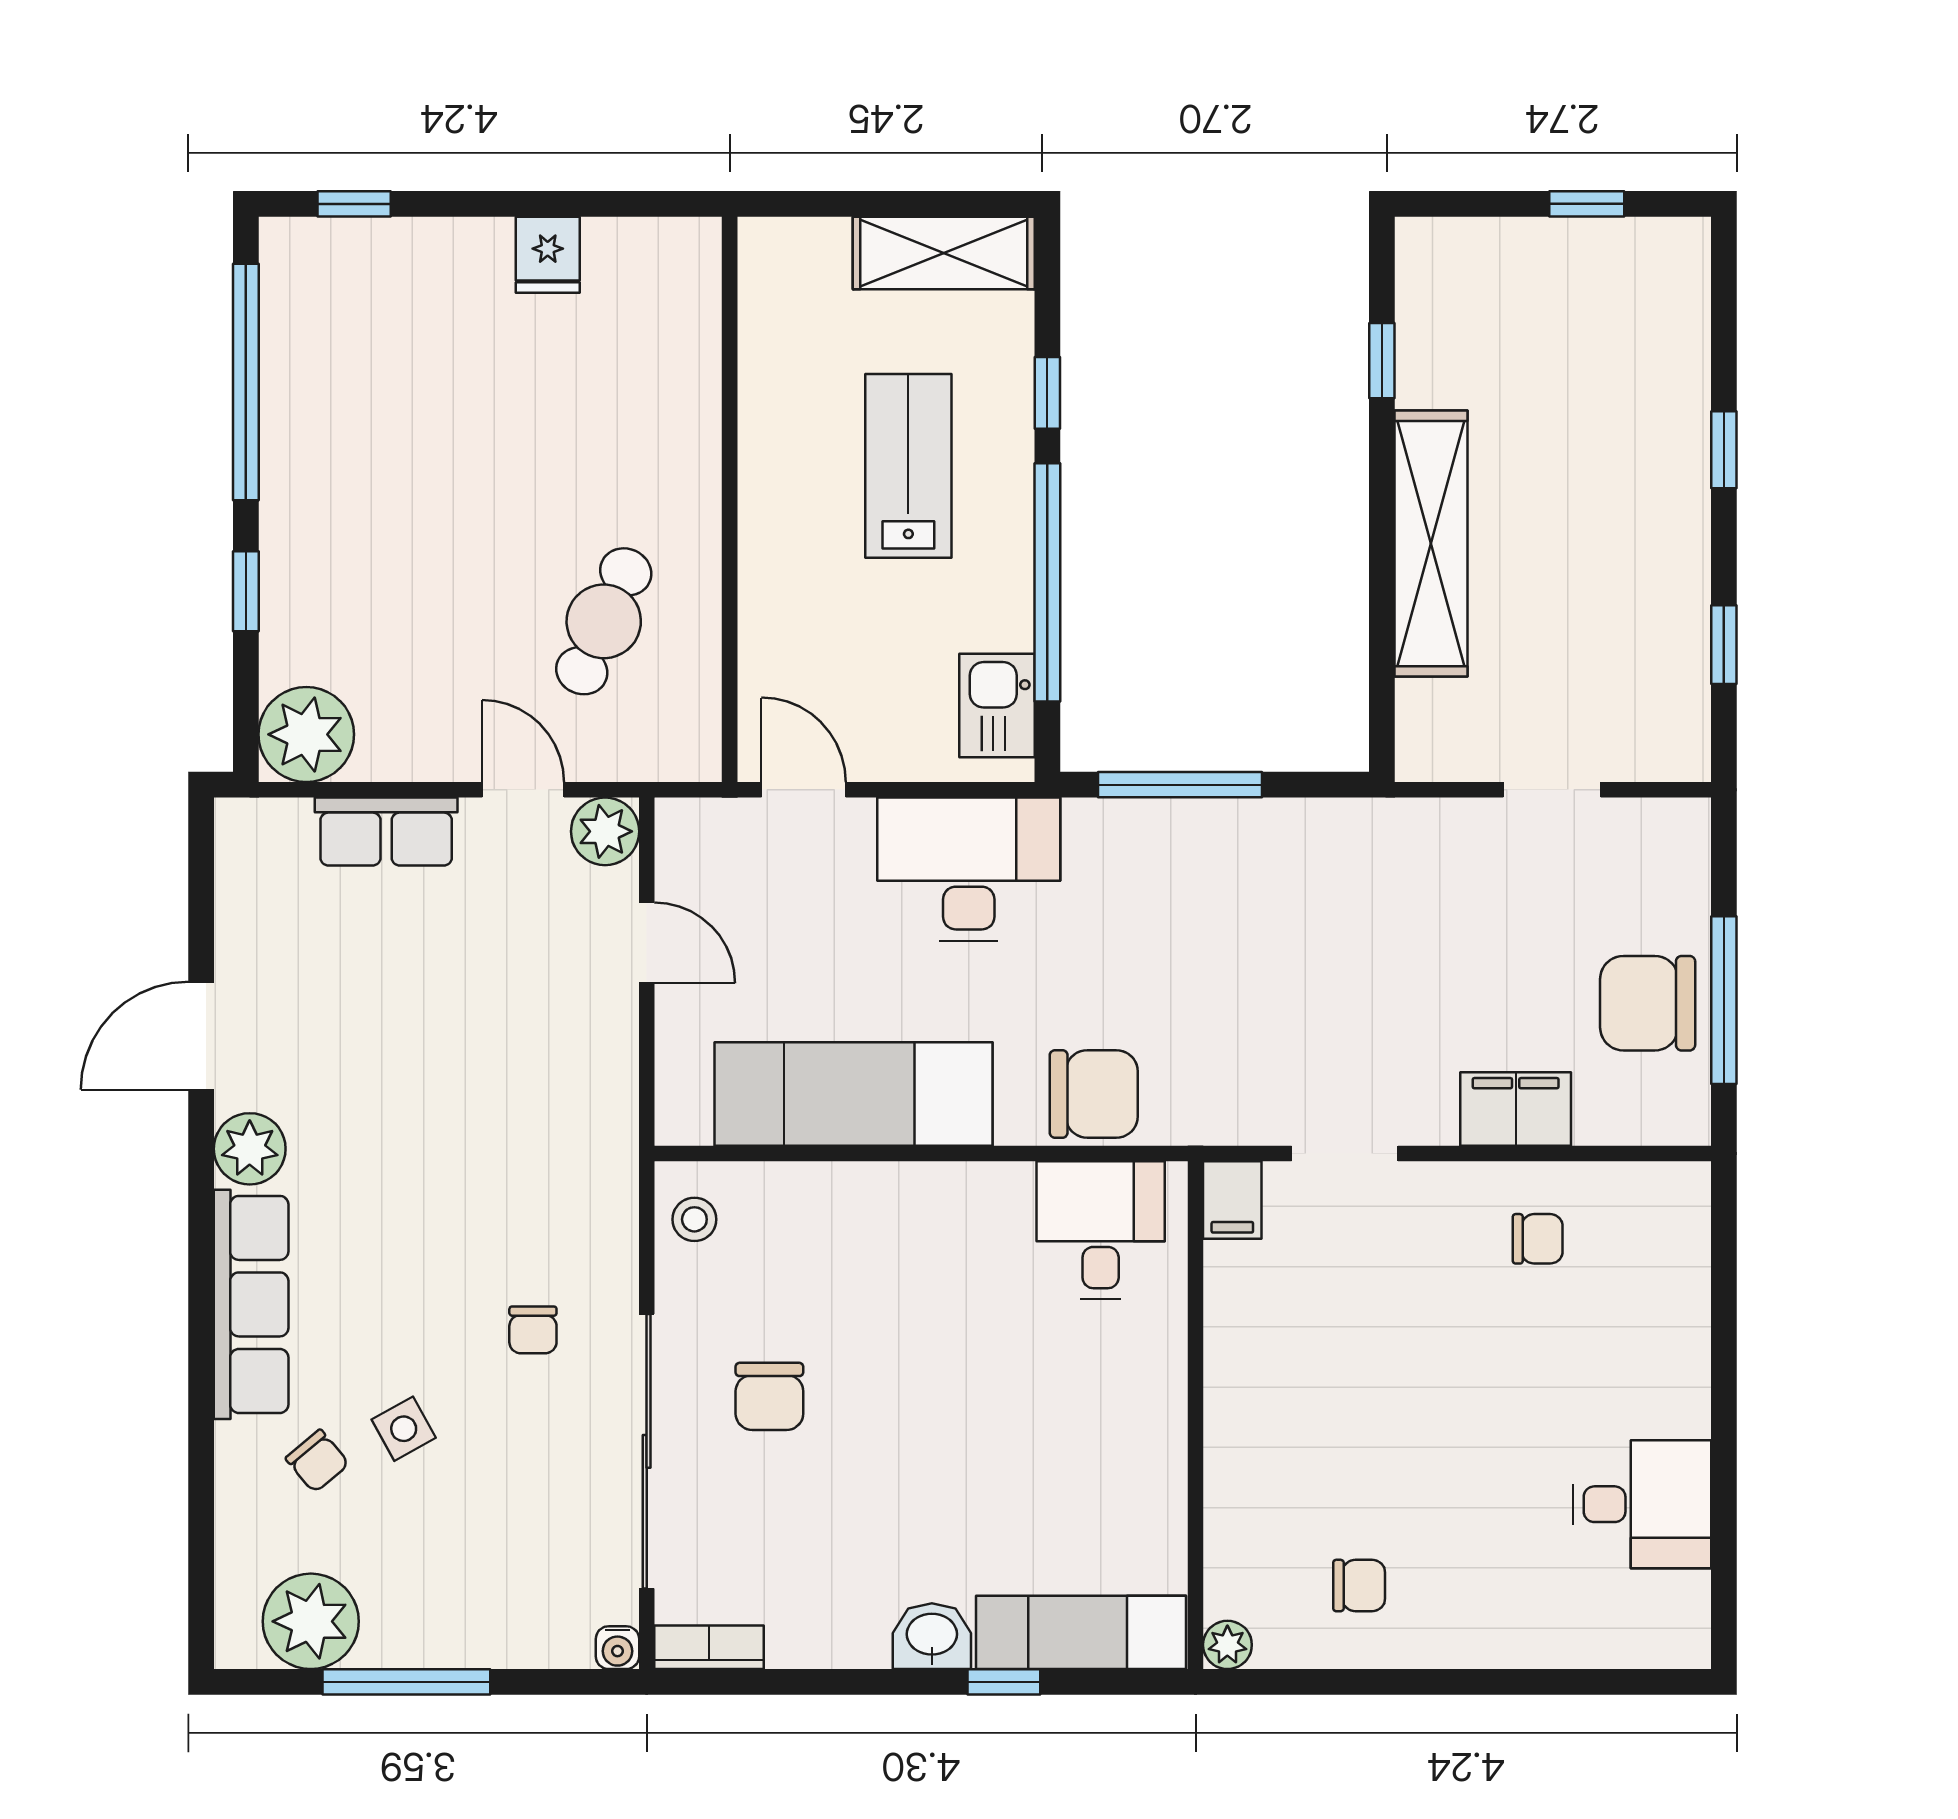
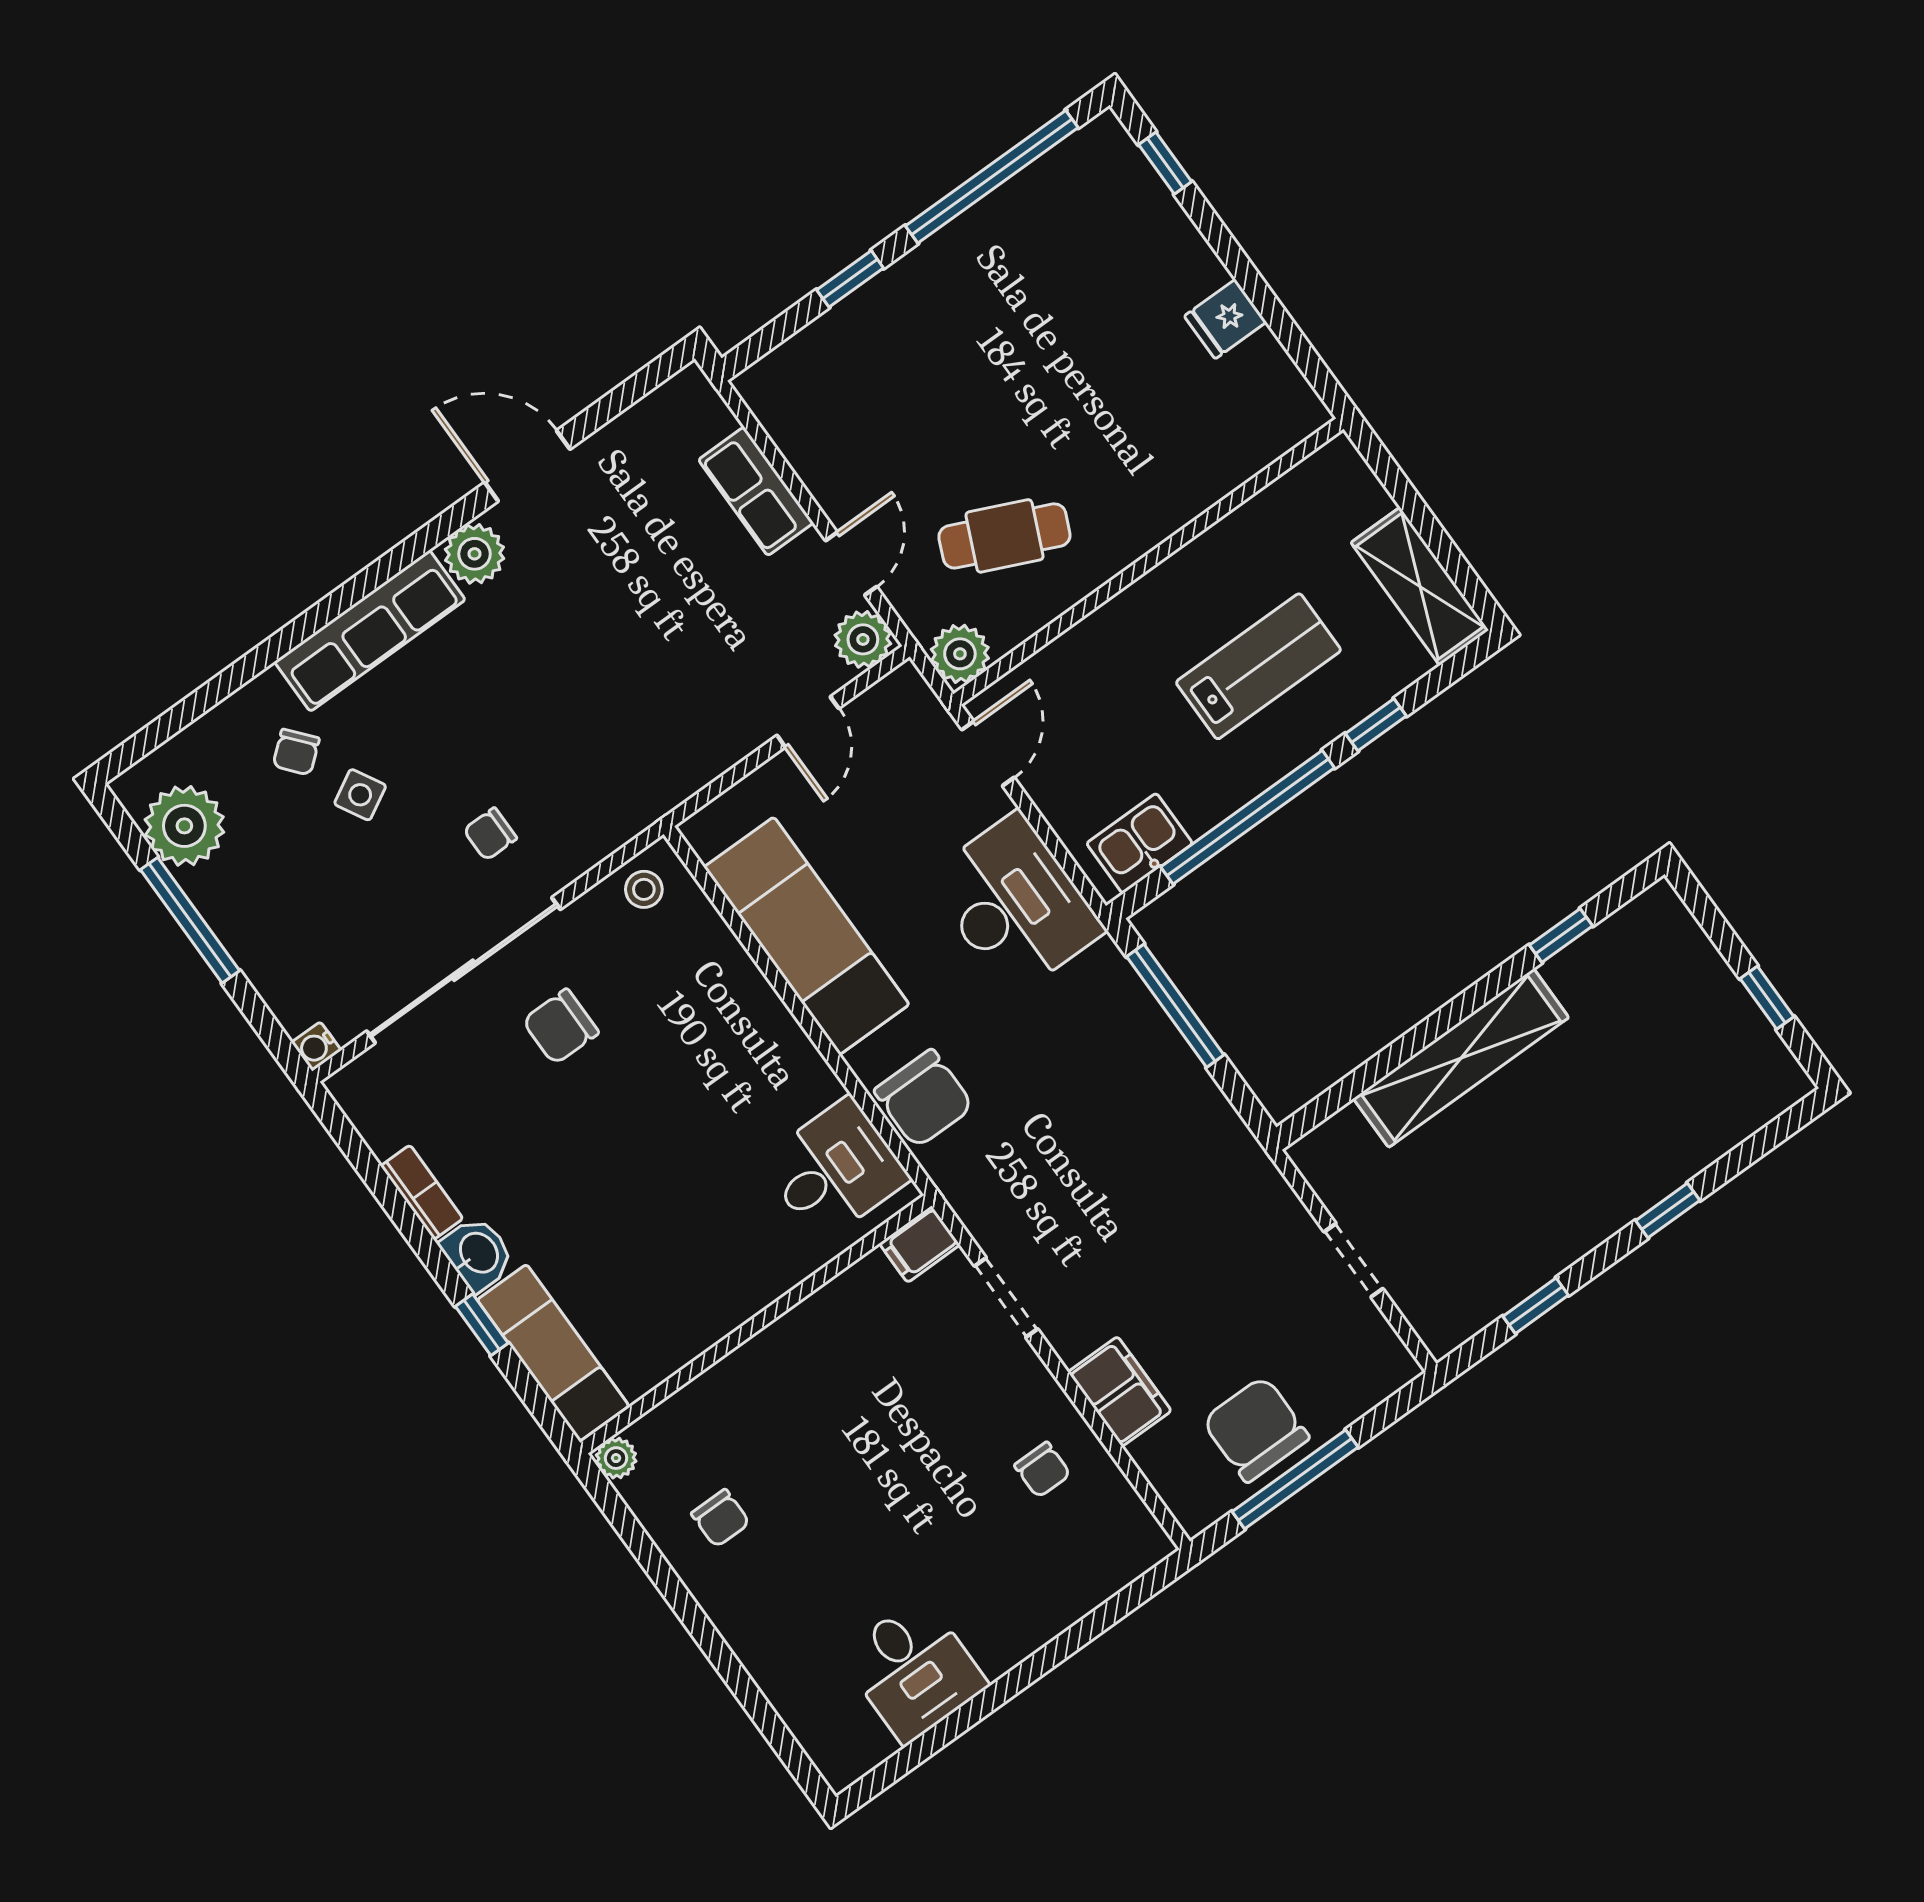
plant: (306, 734) -> (960, 654), moved, width x0.73, depth x0.73
bookcase: (709, 1647) -> (422, 1192), moved

